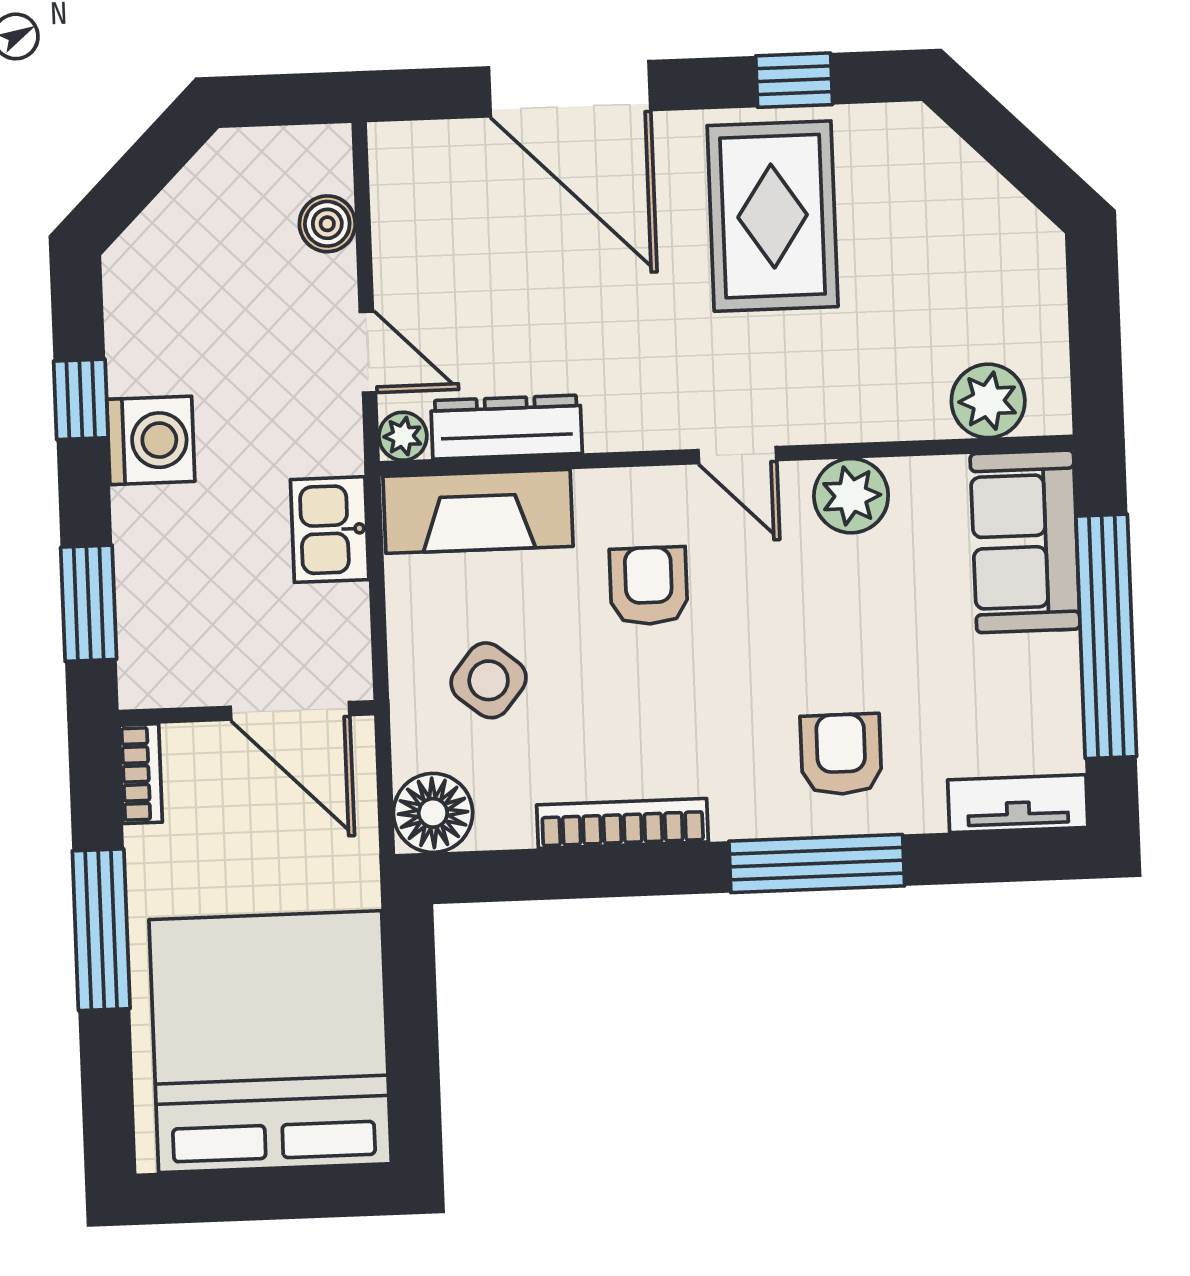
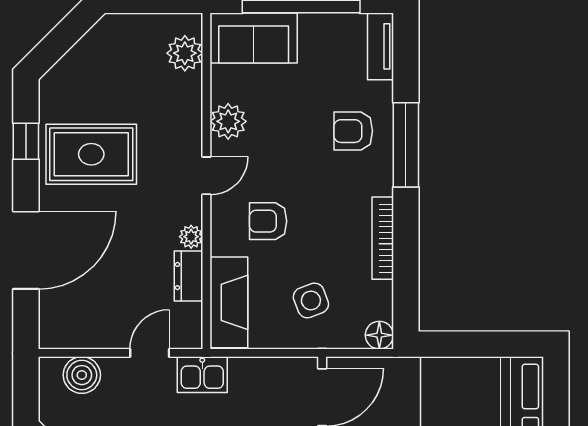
boiler: (327, 224) -> (82, 375), width x1.36, depth x1.36
dresser: (507, 427) -> (189, 276), width x0.70
plant: (403, 436) -> (191, 237), moved
kitchen sink: (330, 530) -> (202, 375), moved
side table: (489, 680) -> (311, 300), turned 30
floor lamp: (433, 813) -> (379, 335), width x0.73, depth x0.73

